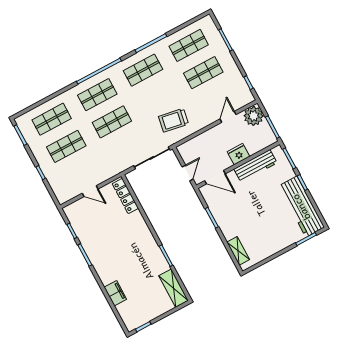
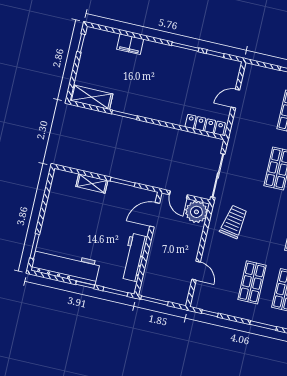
plant: (254, 116) -> (196, 212), moved
fridge: (238, 154) -> (157, 252), removed
shelving: (238, 251) -> (92, 184), moved

